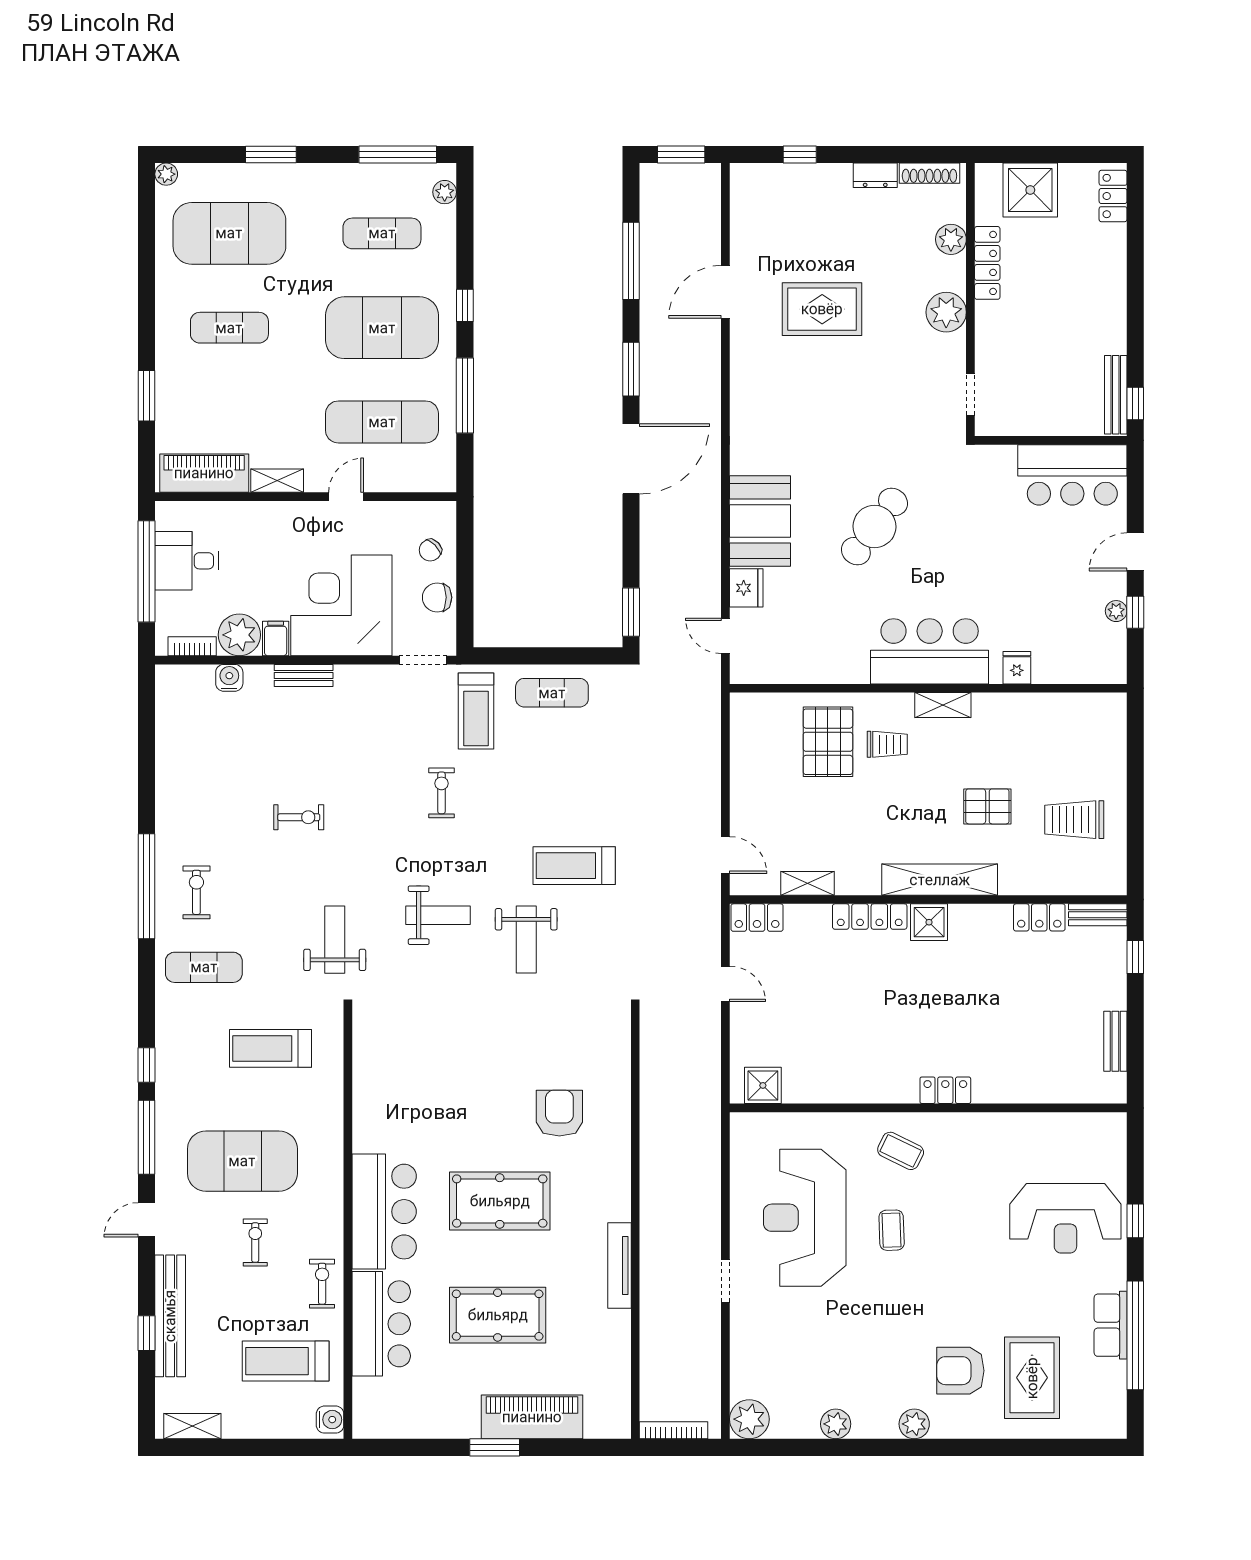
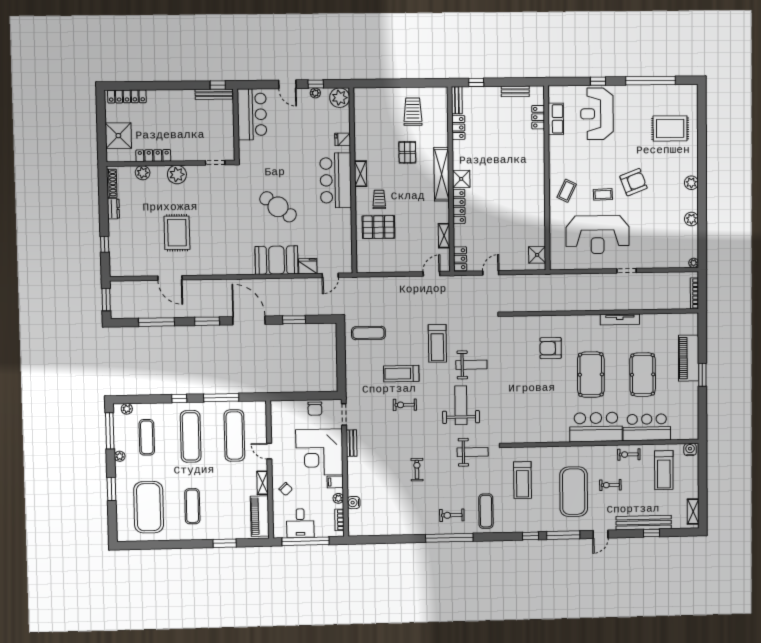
plant: (166, 174) -> (120, 456), moved
locker: (1113, 196) -> (127, 96), width x1.53
exercise mat: (382, 328) -> (191, 436), width x0.68
chair: (430, 550) -> (286, 489), moved
window: (631, 612) -> (294, 320), moved
plant: (239, 635) -> (338, 498), width x0.53, depth x0.53
plant: (1106, 663) -> (340, 98), added
bench: (304, 675) -> (352, 443), moved
exercise mat: (552, 693) -> (368, 333), moved, turned 90
treadmill: (476, 711) -> (401, 374), moved, turned 180
trolley: (1074, 820) -> (413, 112), turned 180
weight bench: (438, 915) -> (461, 405), width x1.36, depth x1.33
weight bench: (335, 940) -> (473, 452), turned 180
locker: (945, 1090) -> (538, 117), moved
reception desk: (1065, 1218) -> (597, 114), turned 180
door: (147, 1220) -> (600, 534), hinge flipped
row of seats: (1111, 1325) -> (556, 119), moved, turned -90
armchair: (960, 1371) -> (634, 182), moved, turned -111
plant: (749, 1419) -> (694, 263), width x0.53, depth x0.53

